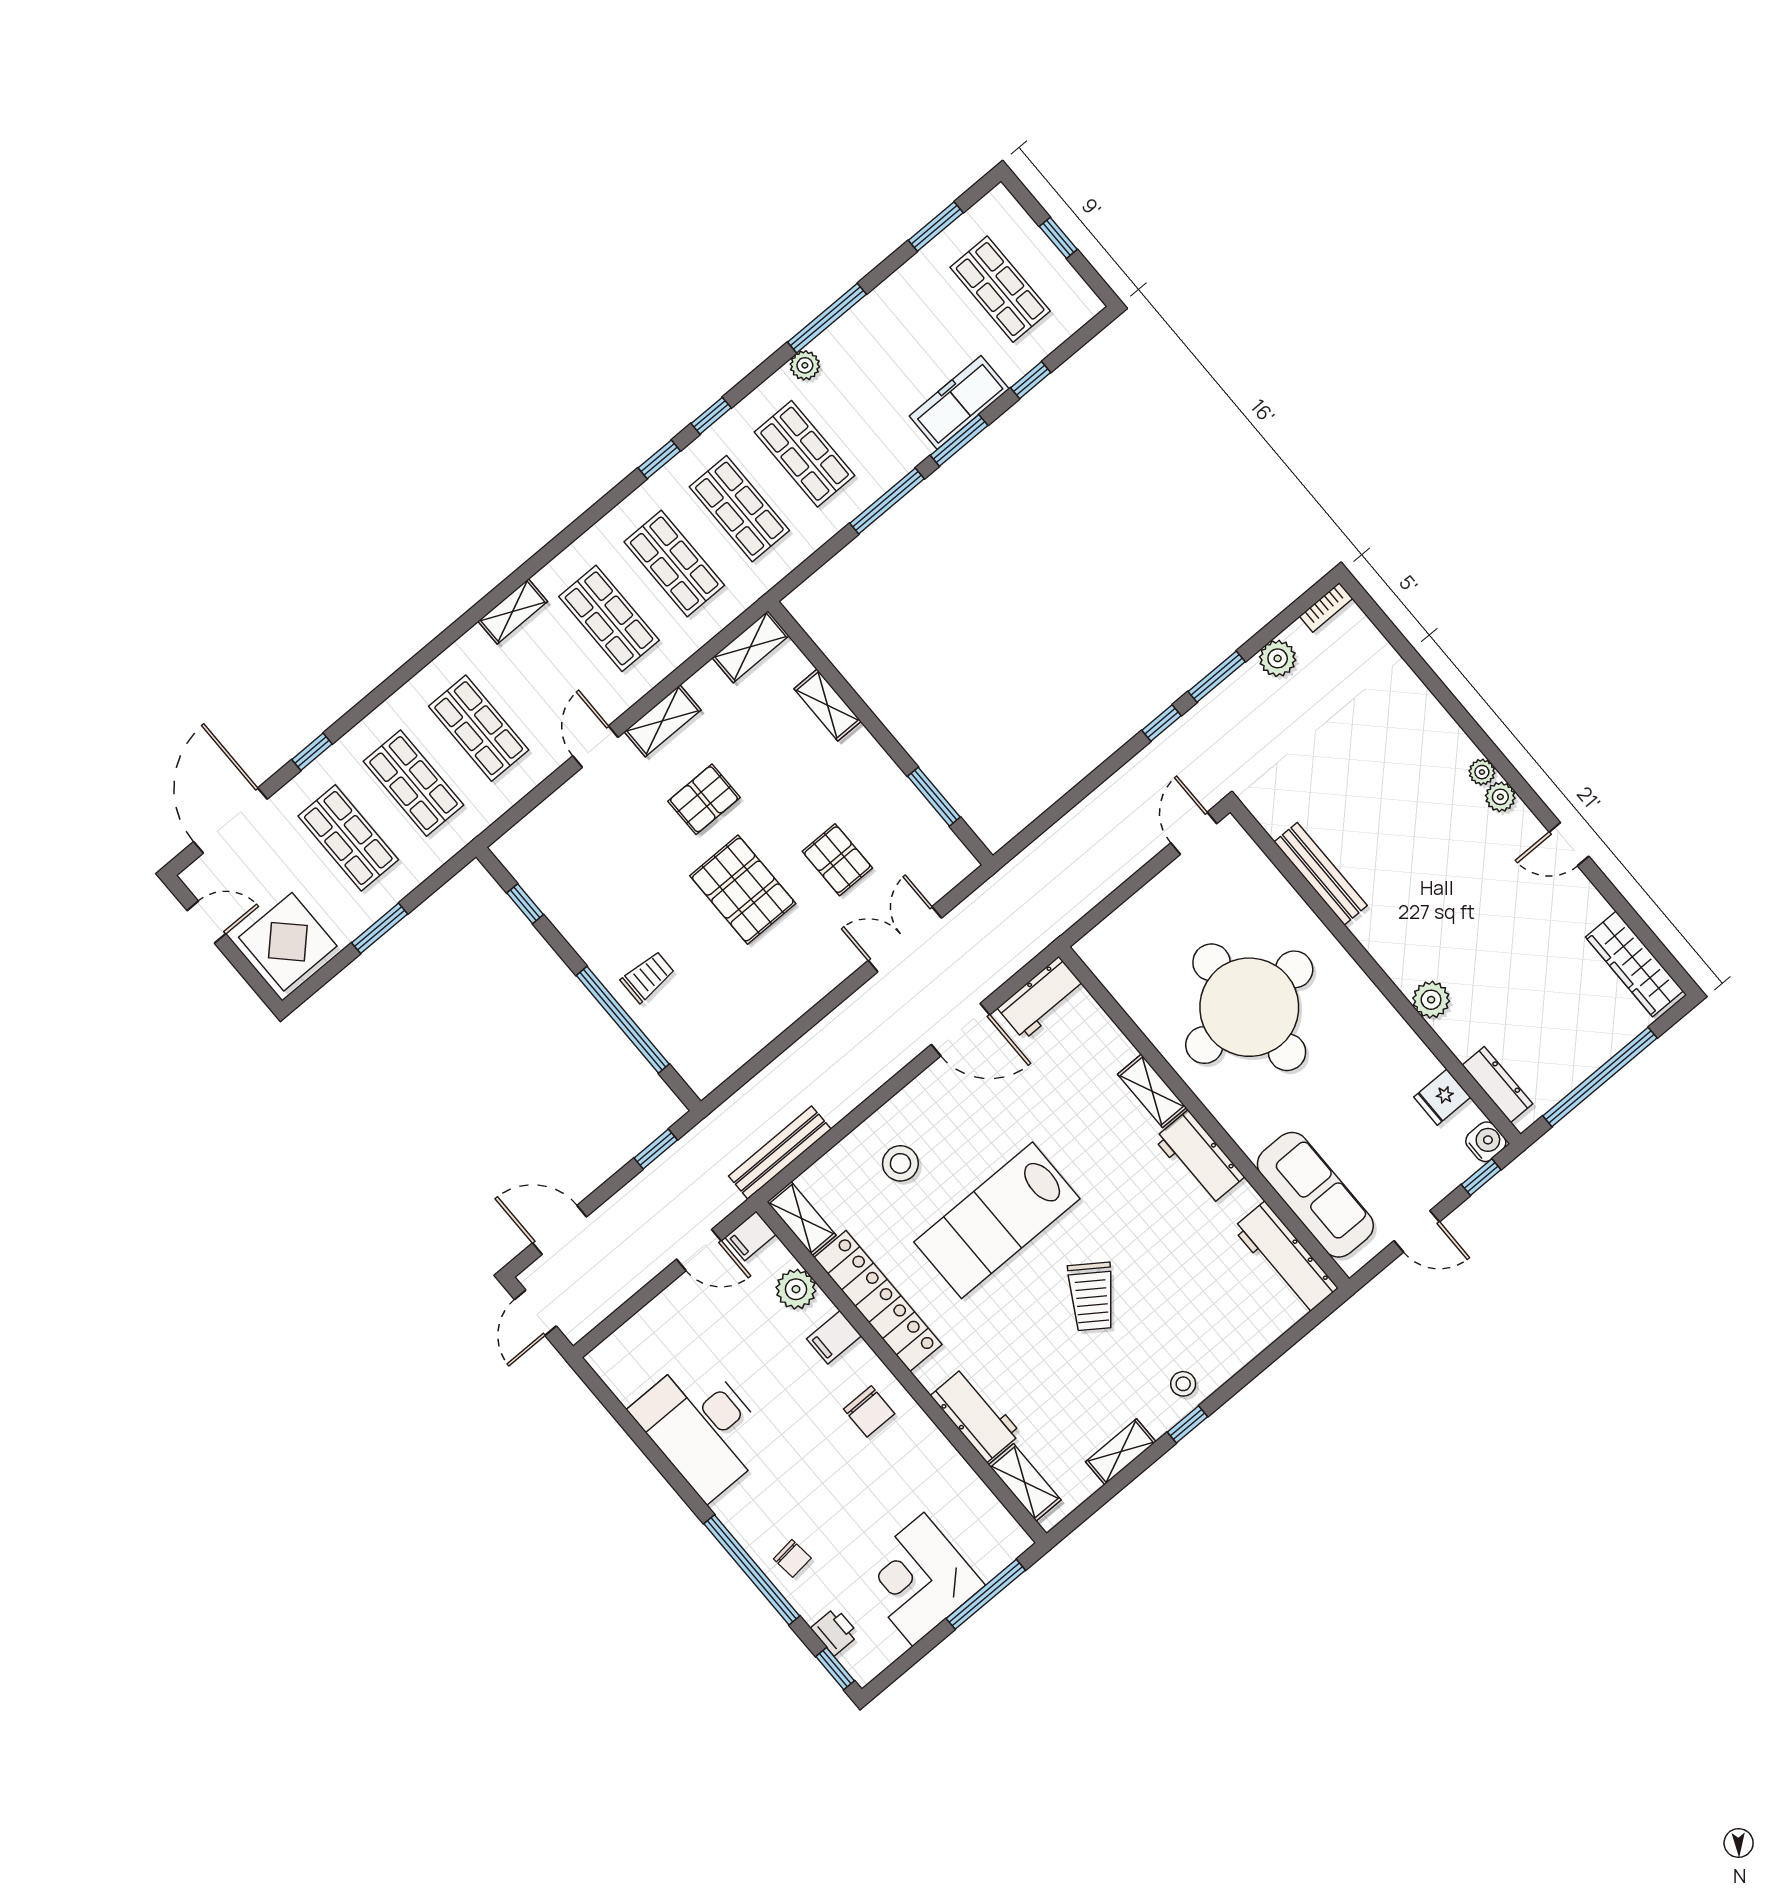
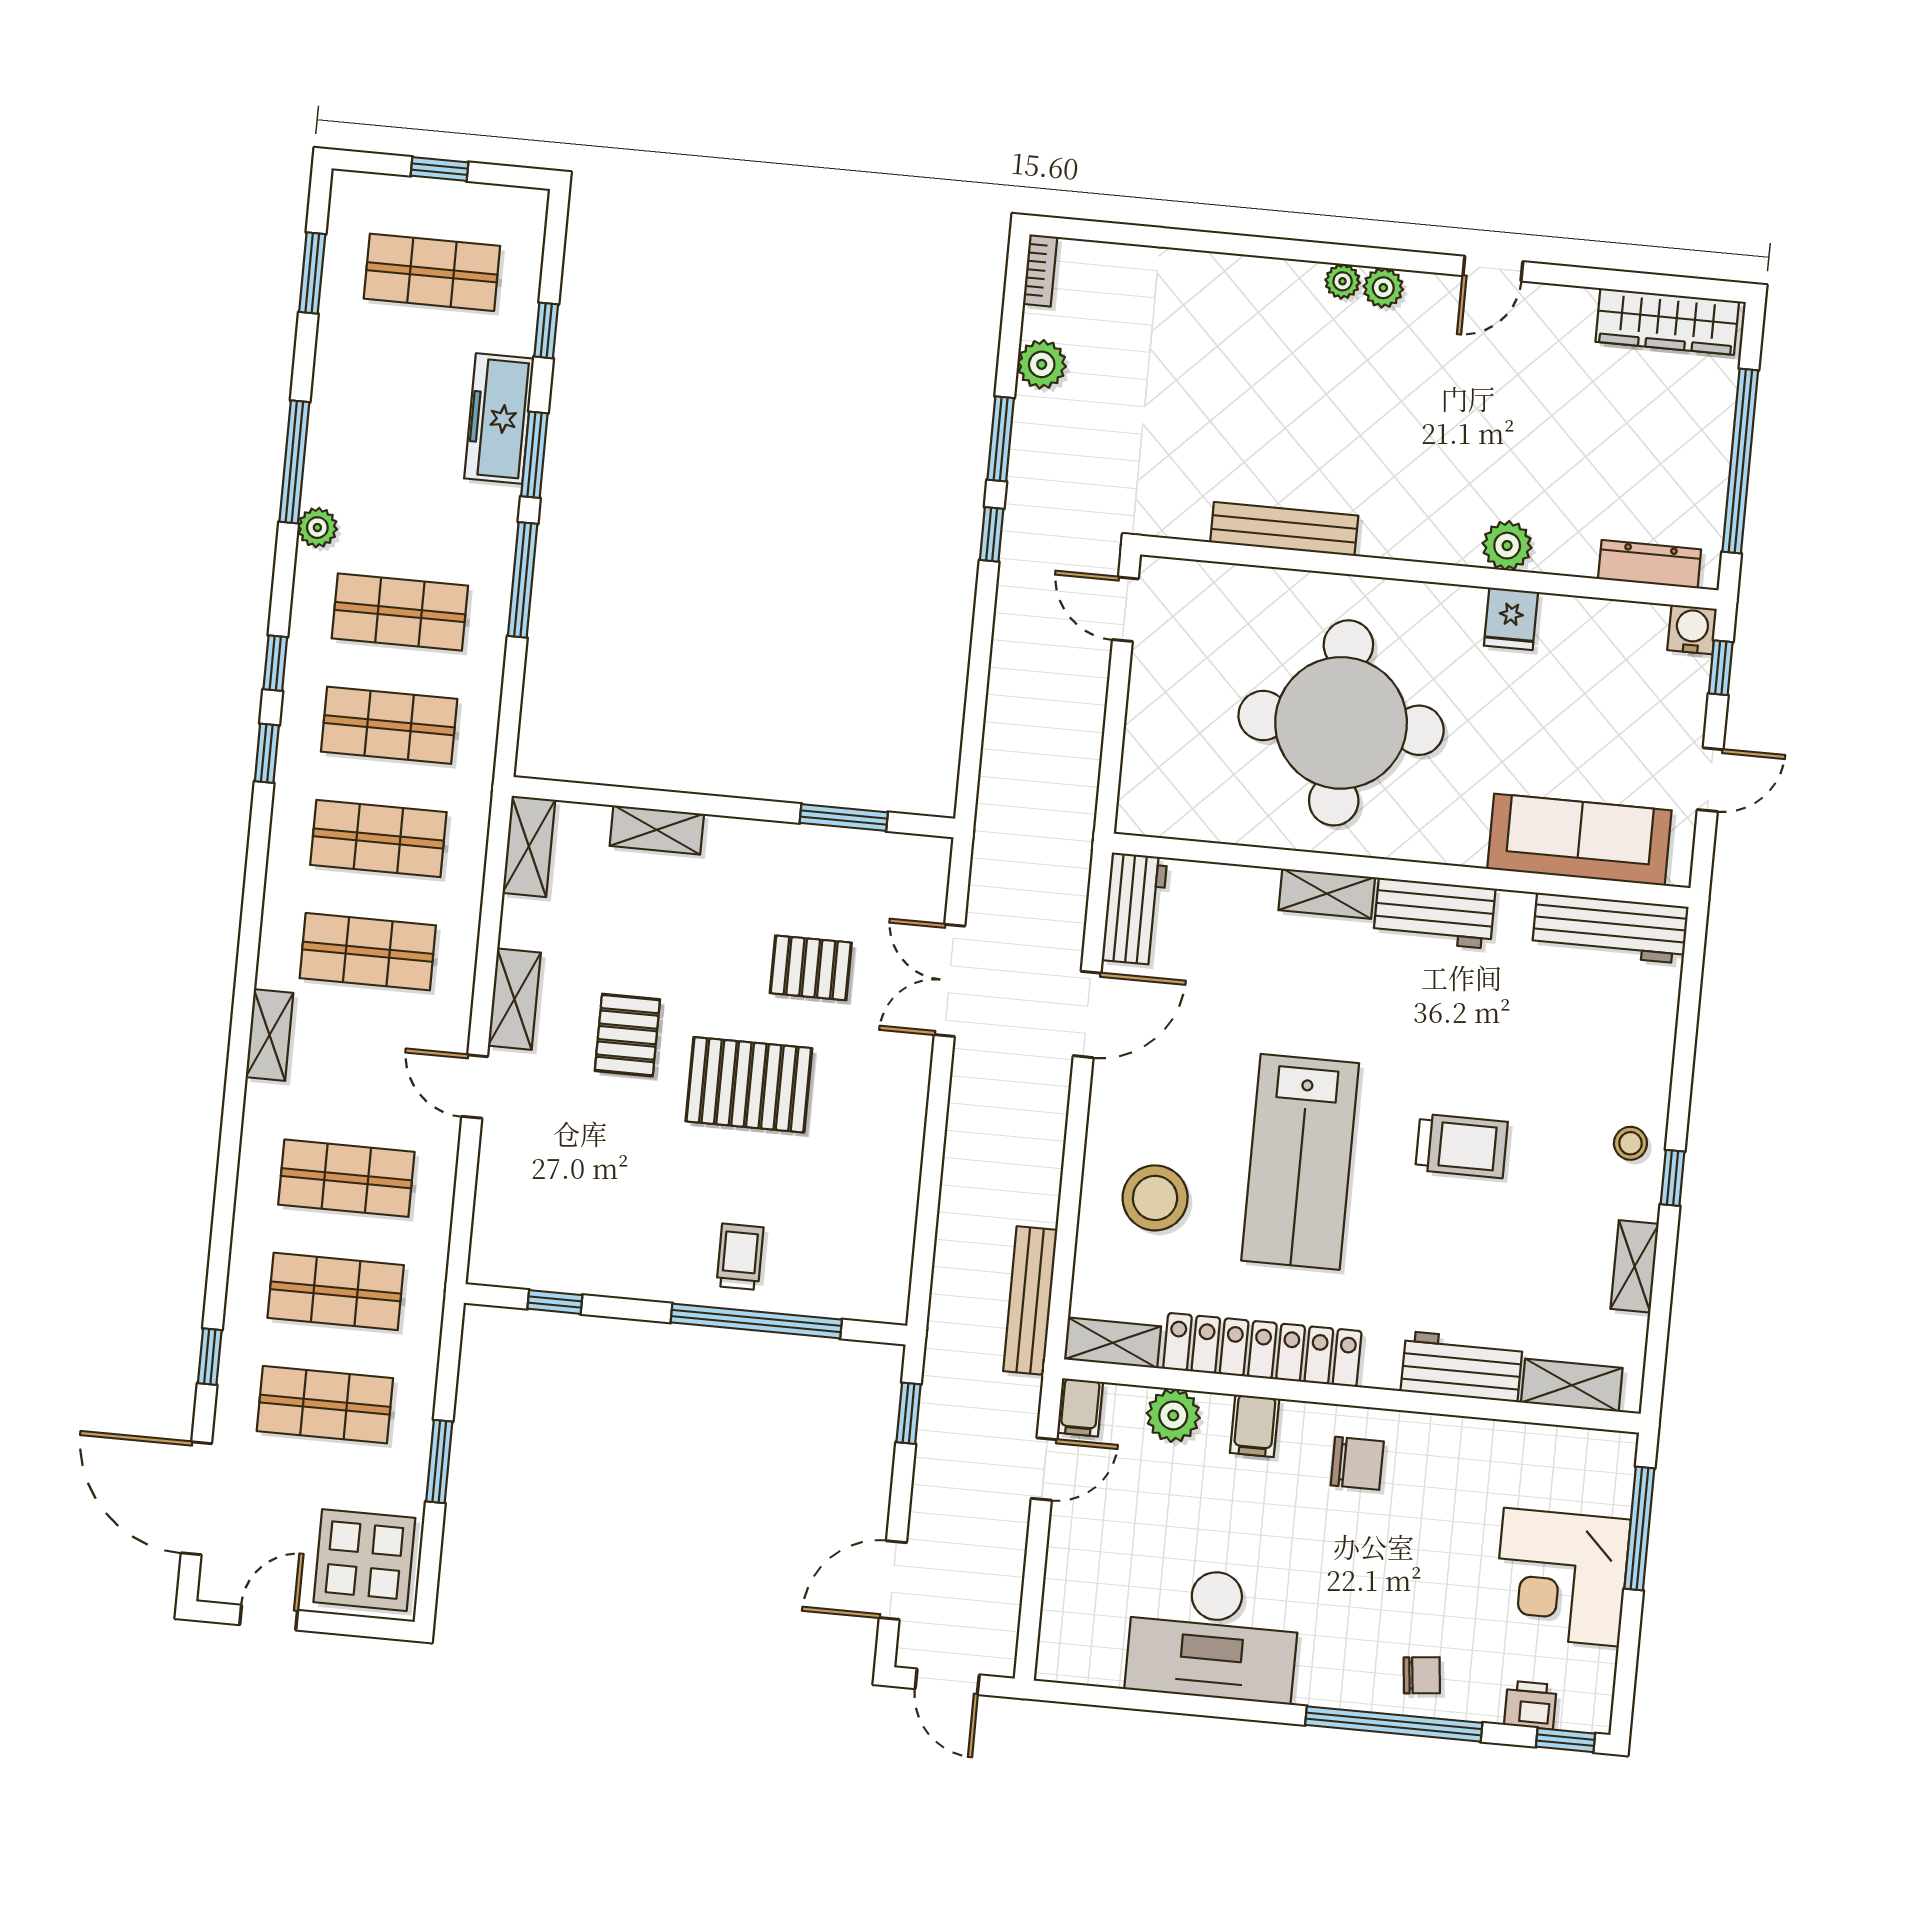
fridge: (1442, 1097) -> (1511, 619), moved
stool: (900, 1163) -> (1155, 1198), width x1.38, depth x1.38
trolley: (1092, 1296) -> (1462, 1146), turned -35

